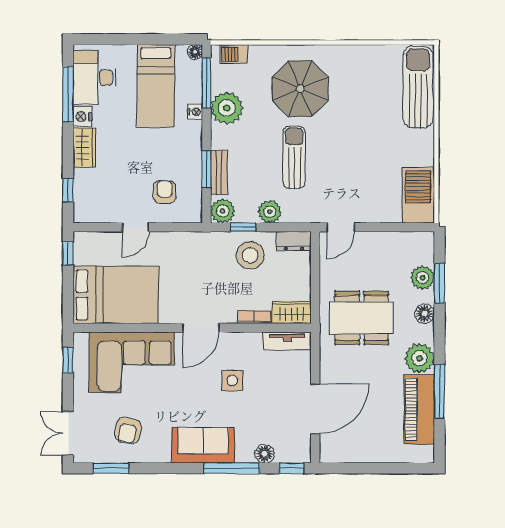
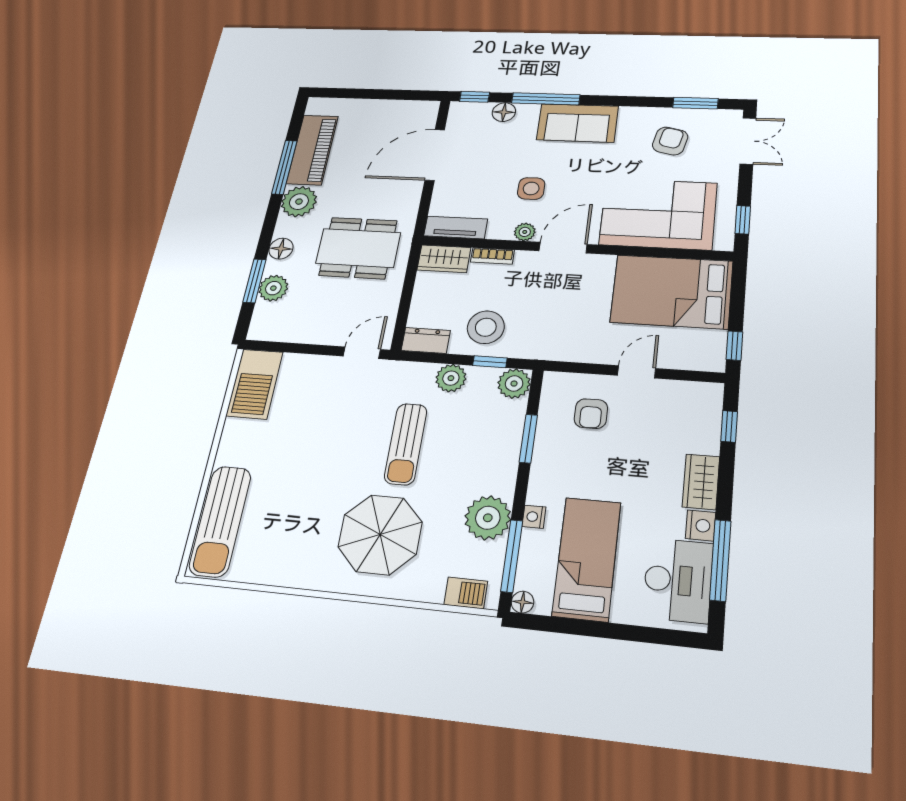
bench: (219, 172) -> (512, 433), removed
plant: (232, 340) -> (525, 232), added

